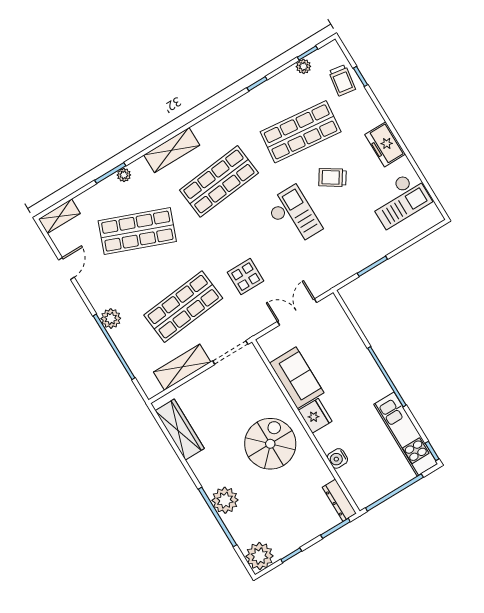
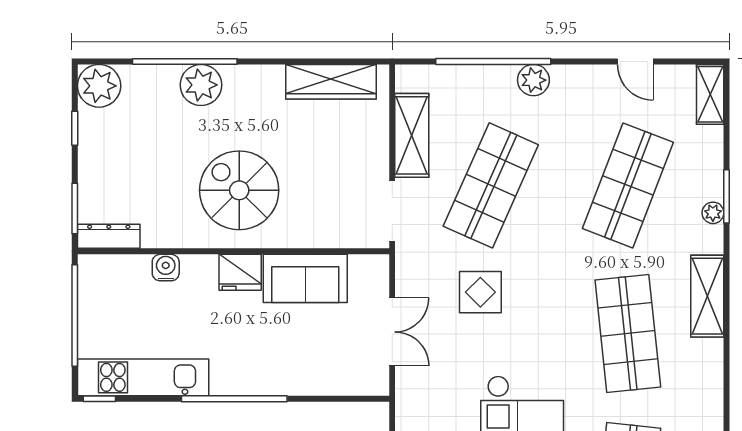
shop shelf: (183, 307) -> (491, 185), turned 30
spiral stairs: (270, 444) -> (239, 190), turned 180

